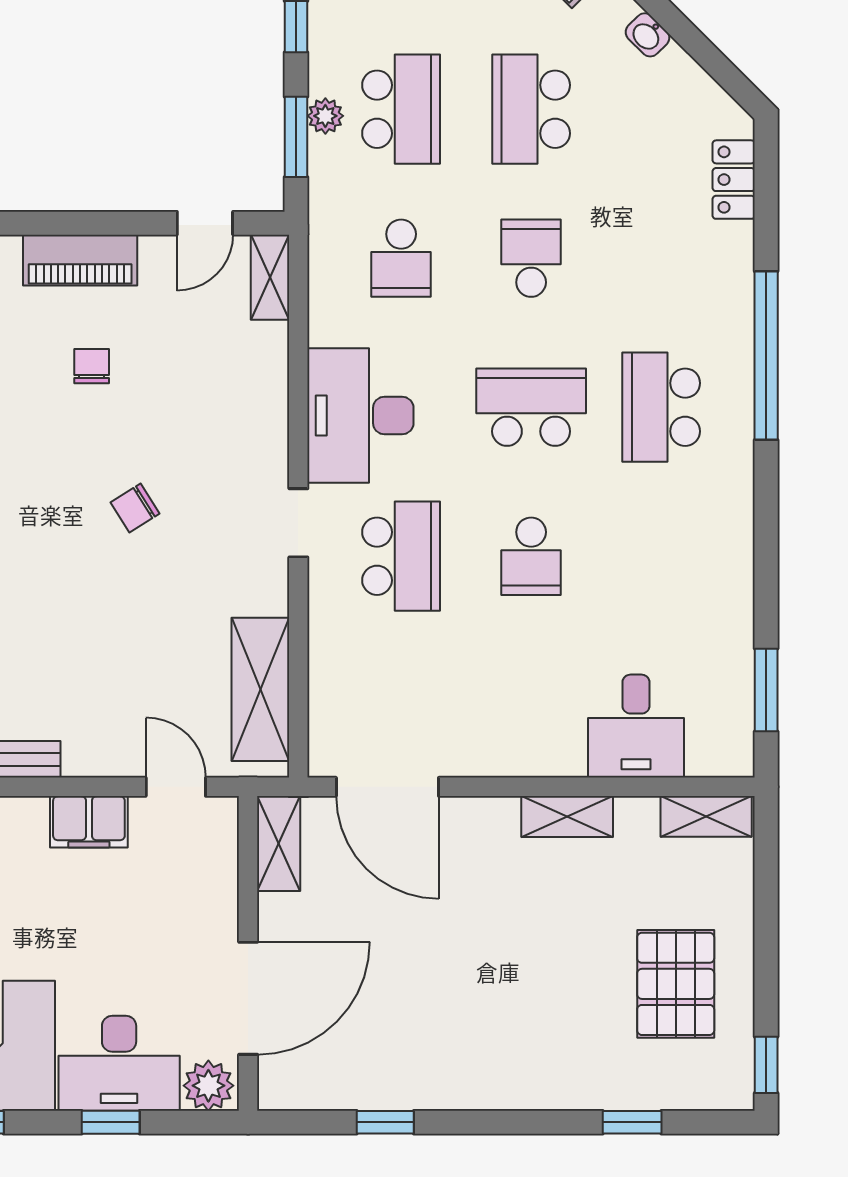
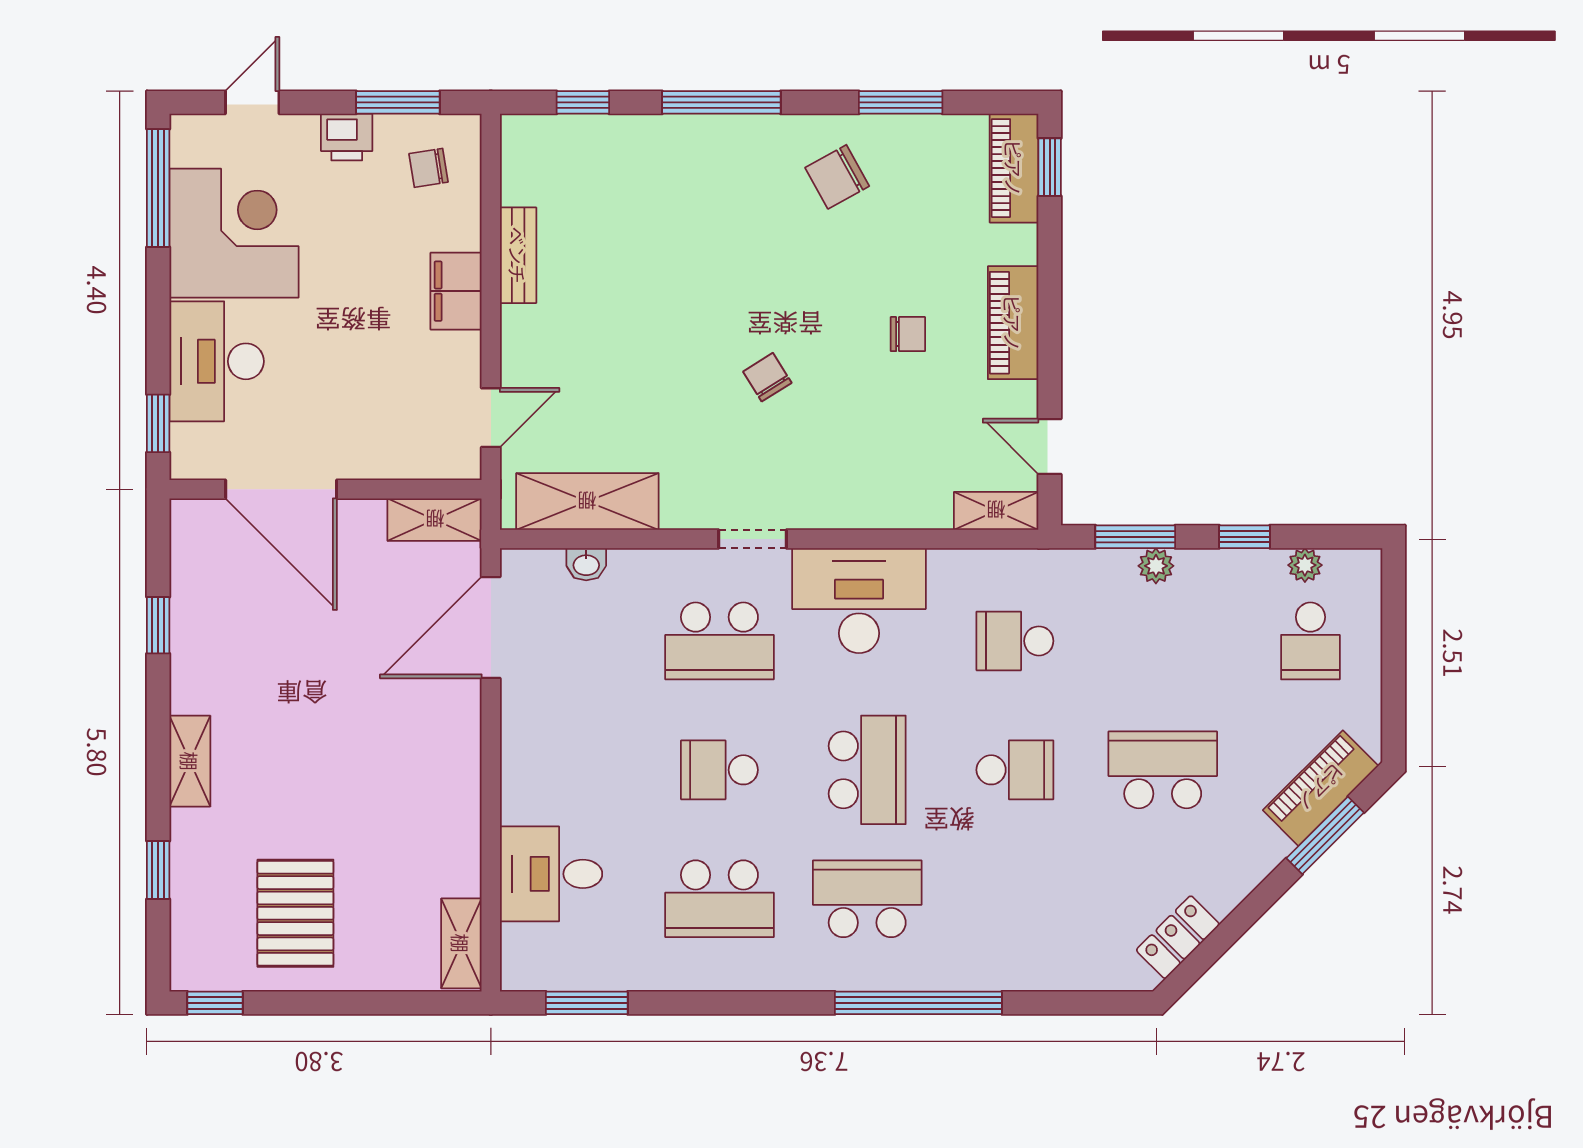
washbasin: (647, 35) -> (586, 564), moved, turned -135
school desk: (401, 109) -> (719, 899), moved
locker: (734, 180) -> (1178, 937), moved, turned -45
shelving: (567, 817) -> (190, 761), moved
filing cabinet: (89, 822) -> (456, 291), moved
pallet: (676, 984) -> (295, 913), turned 90
plant: (208, 1086) -> (194, 450), removed
window: (111, 1122) -> (158, 423), moved

